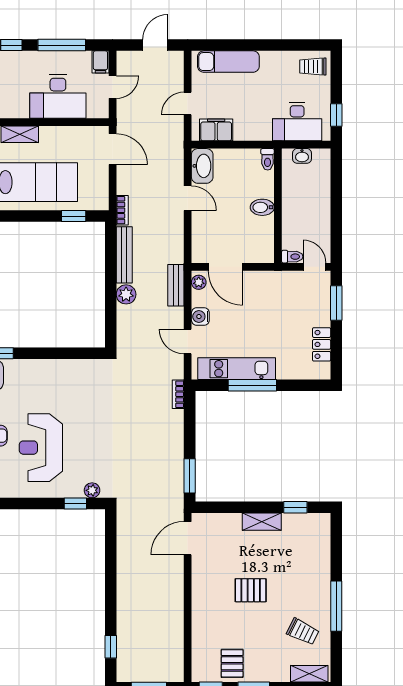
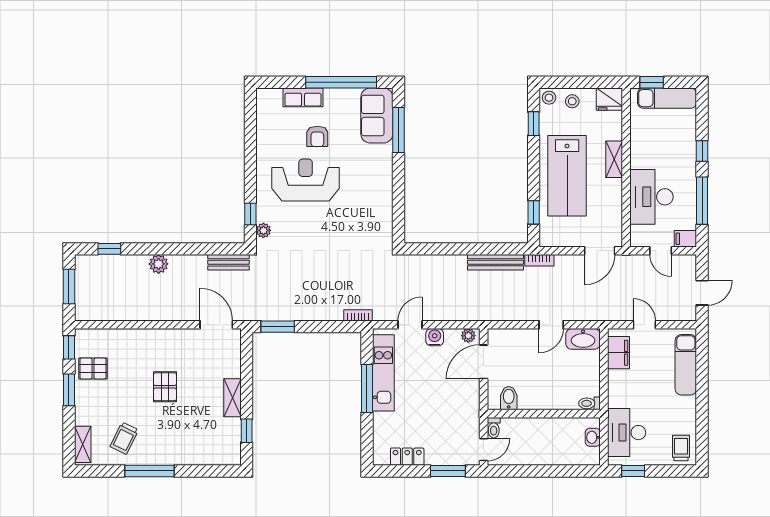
door: (155, 45) -> (702, 293), hinge flipped
bidet: (262, 207) -> (509, 398), moved
bench: (176, 285) -> (228, 262), moved
plant: (126, 294) -> (159, 264), moved

